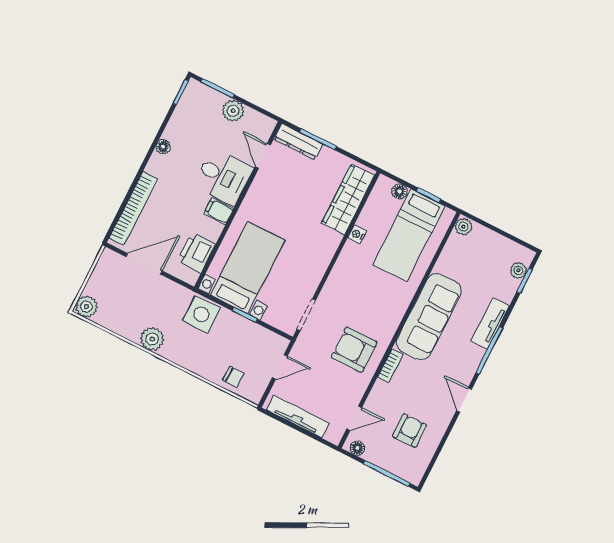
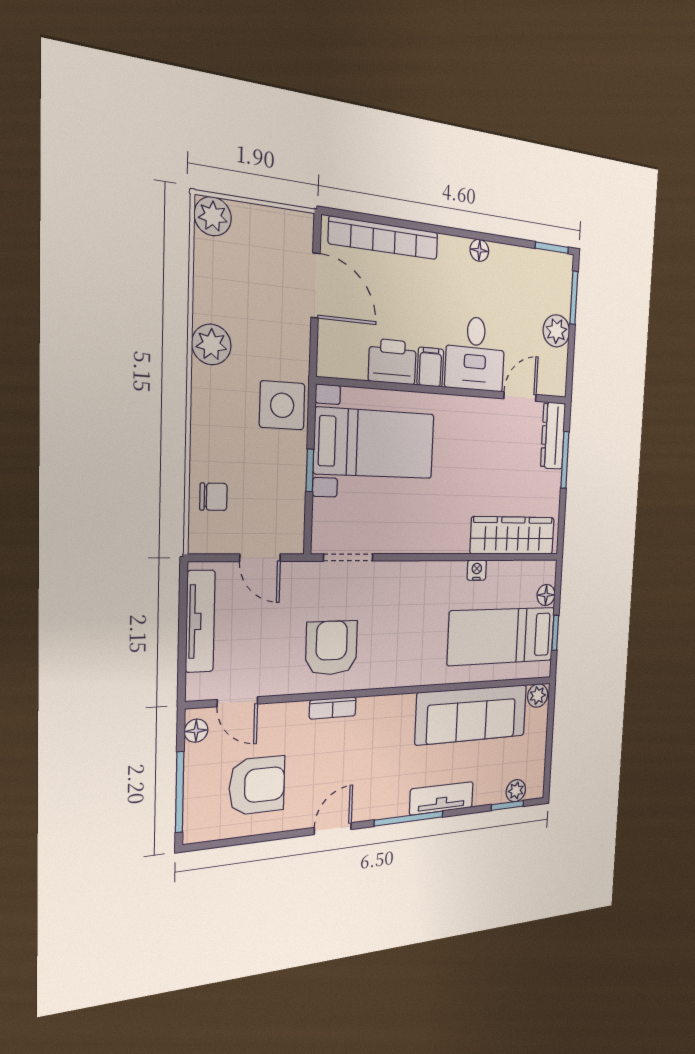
printer: (196, 253) -> (392, 362), moved
sofa: (429, 317) -> (472, 714), moved
chair: (233, 377) -> (213, 497), turned -90
armchair: (410, 431) -> (257, 785), width x1.38, depth x1.38

